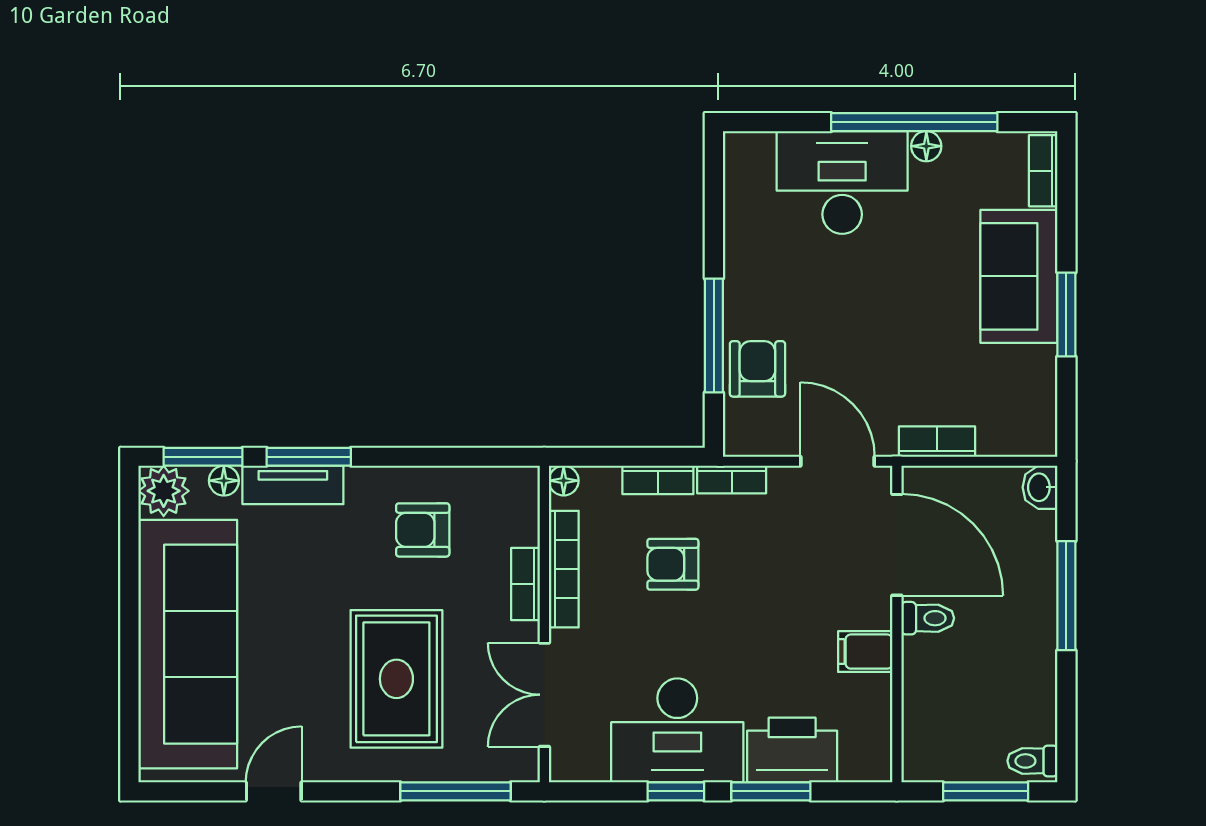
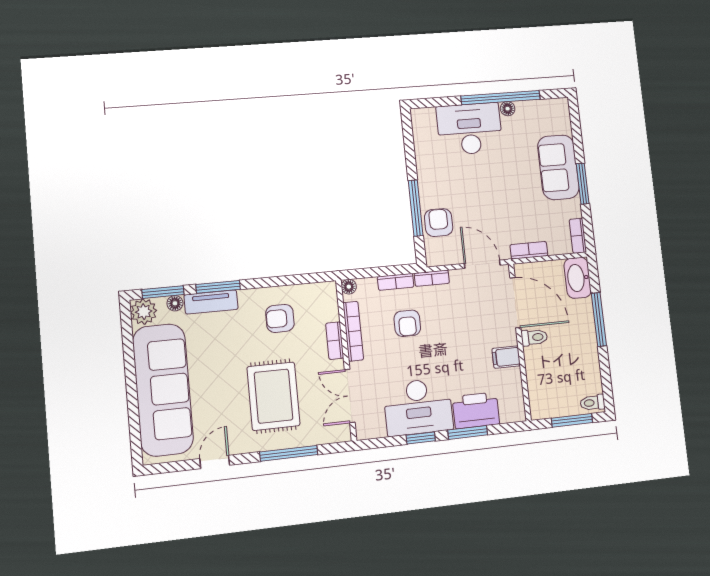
bookcase: (1043, 171) -> (578, 236), moved
washbasin: (1040, 487) -> (578, 278), width x1.91, depth x1.45
armchair: (673, 564) -> (407, 323), turned -90
window: (456, 791) -> (289, 453), moved

